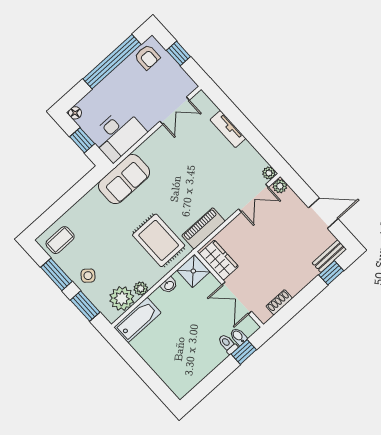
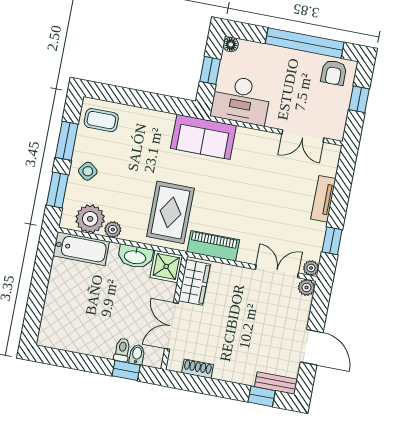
window: (261, 145) -> (332, 241), added
double door: (254, 198) -> (277, 271), swing flipped
washbasin: (169, 285) -> (135, 257), width x1.91, depth x1.45

